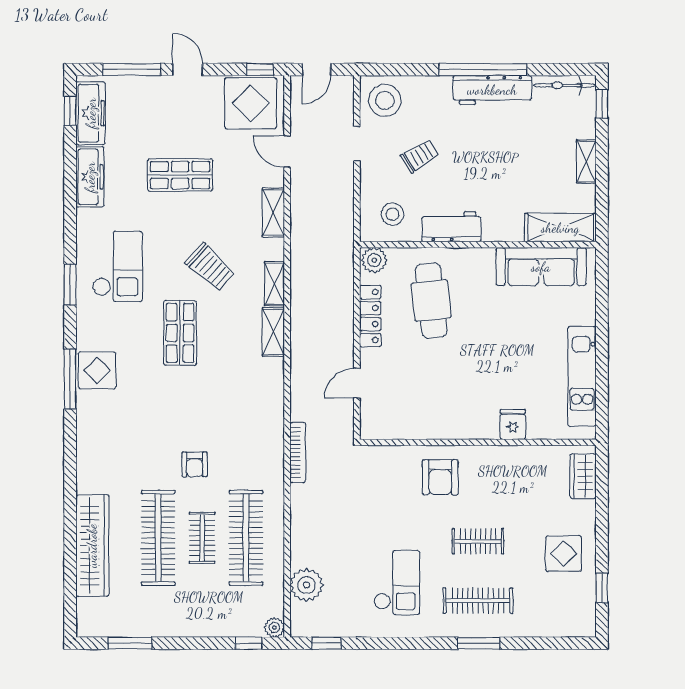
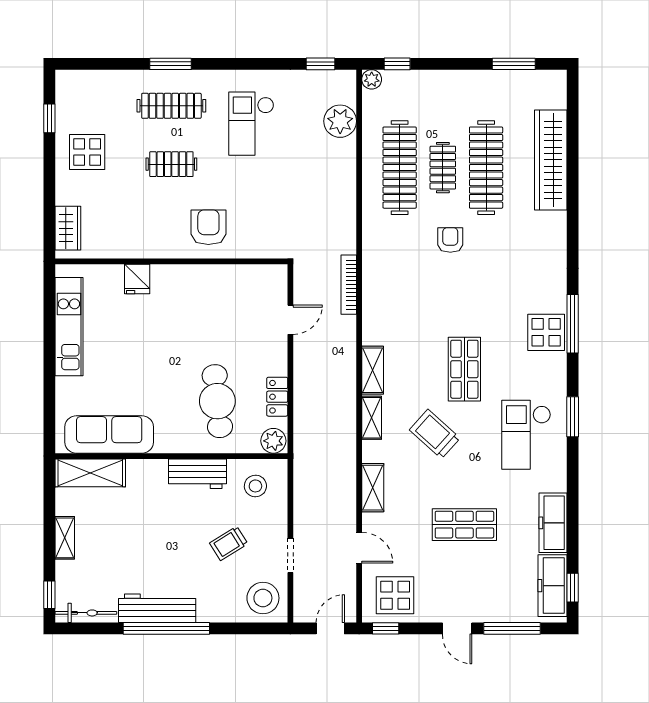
display table: (251, 103) -> (395, 595), width x0.73, depth x0.73
locker: (370, 316) -> (277, 397), width x0.66
bookcase: (298, 453) -> (349, 285), moved

